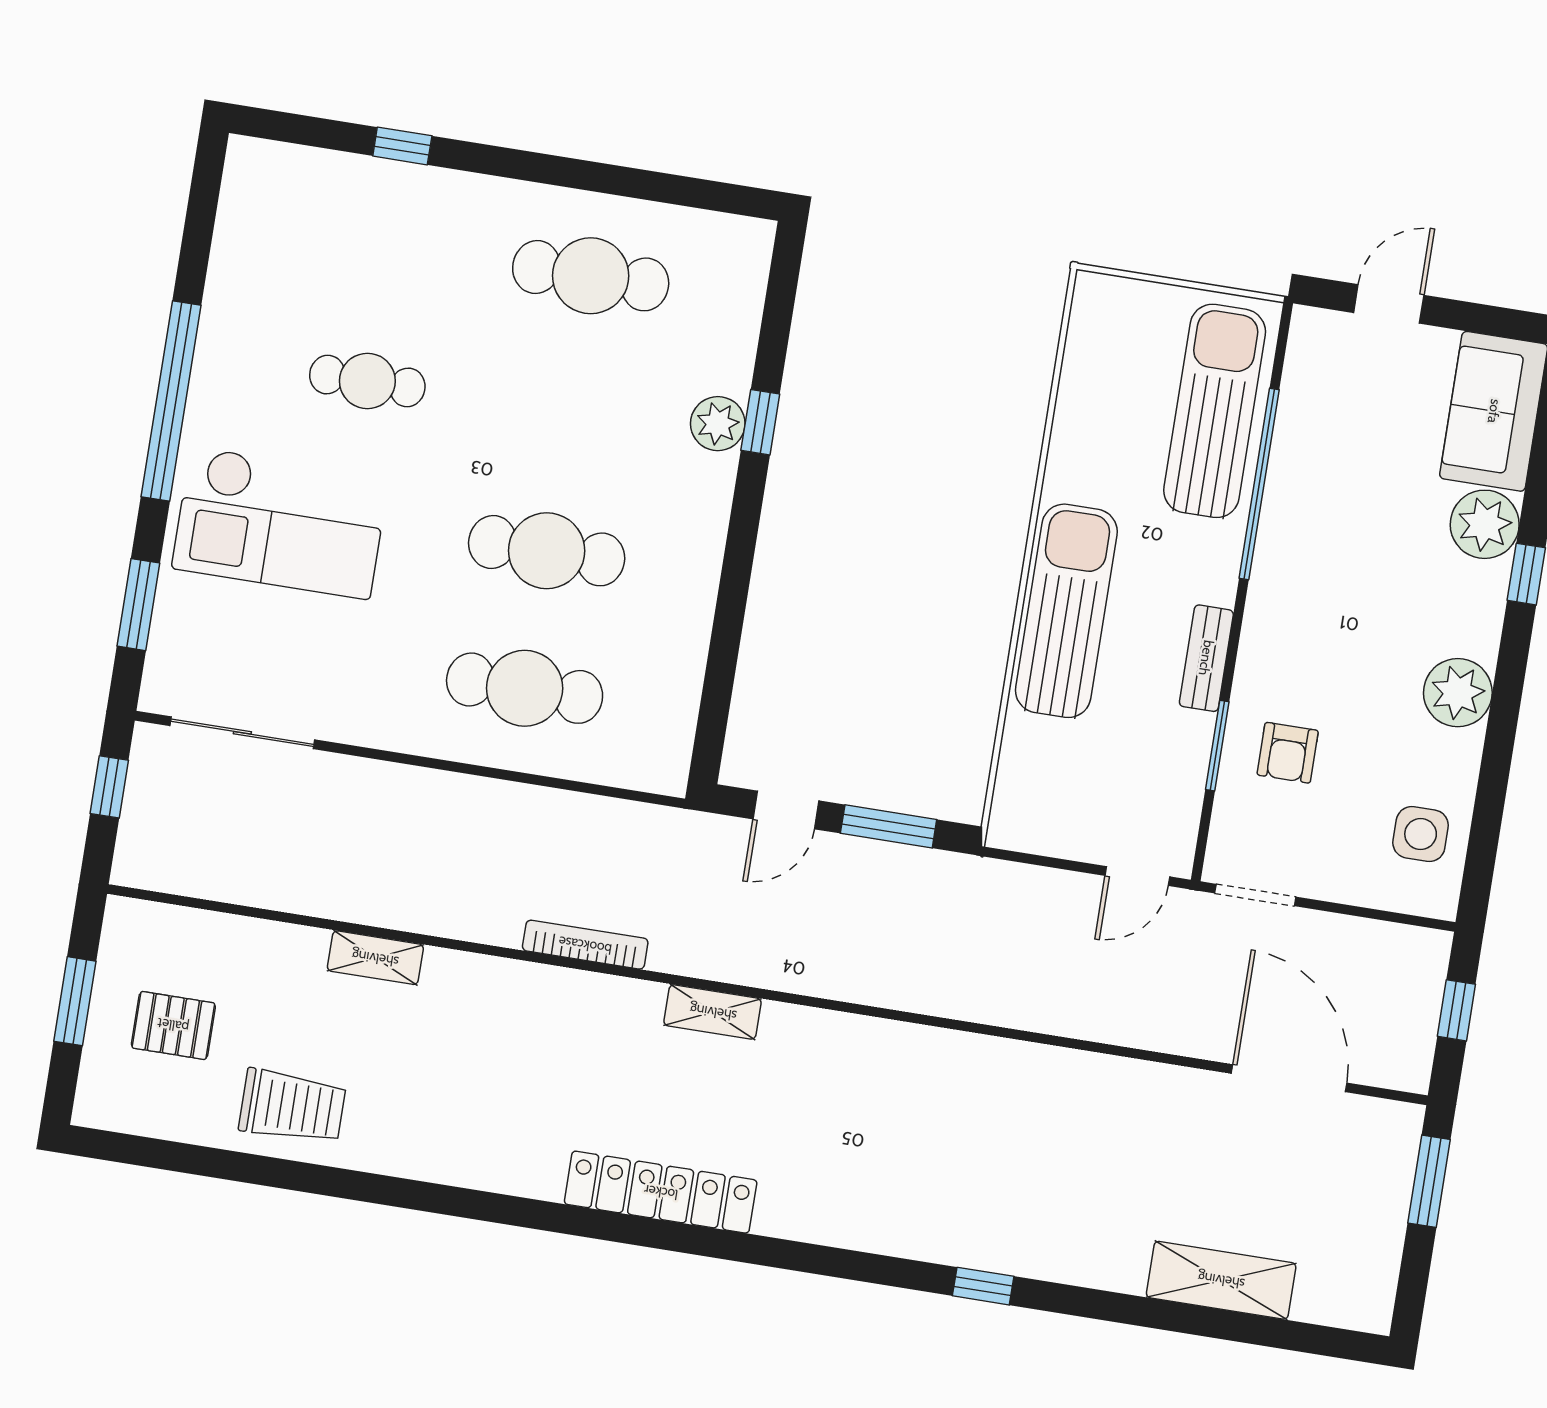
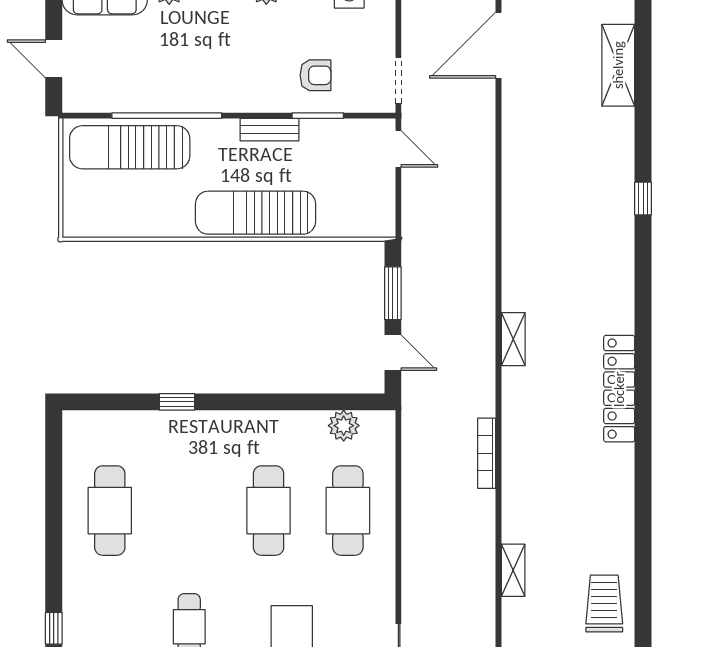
plant: (718, 424) -> (344, 426), moved
shelving: (713, 1012) -> (513, 339), moved

